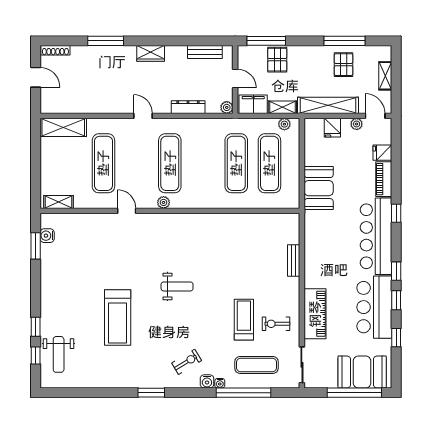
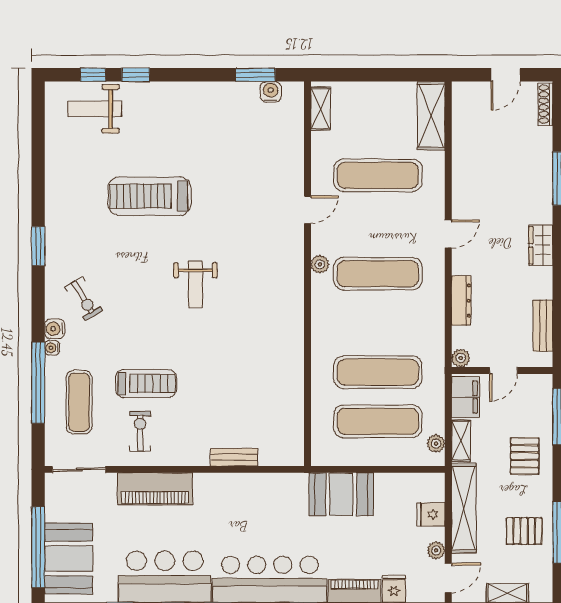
pallet: (277, 60) -> (525, 456), moved, turned 90

